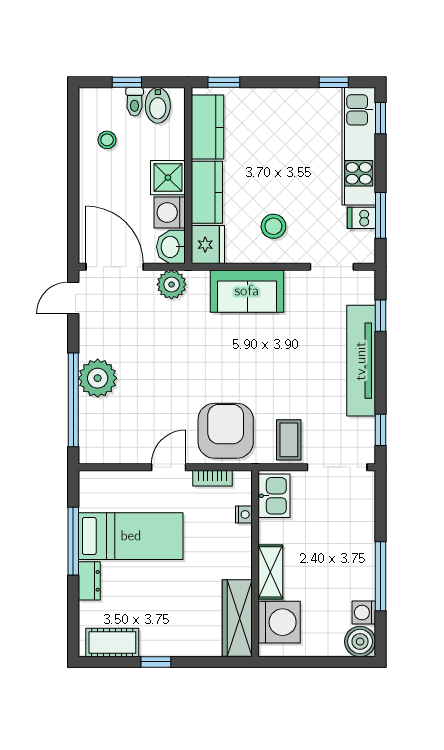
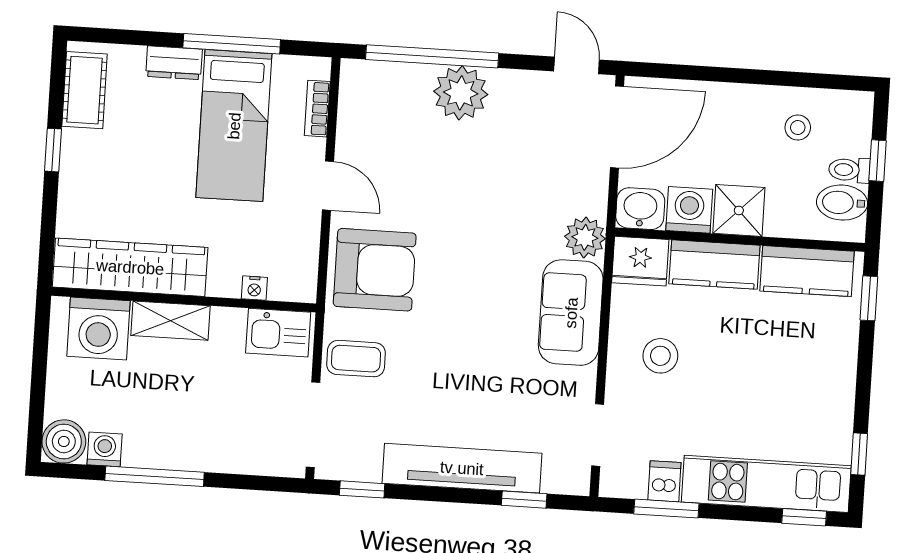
plant: (172, 284) -> (585, 237), moved
bookcase: (212, 478) -> (317, 109), moved
wardrobe: (237, 618) -> (130, 267), width x1.40, depth x1.17

